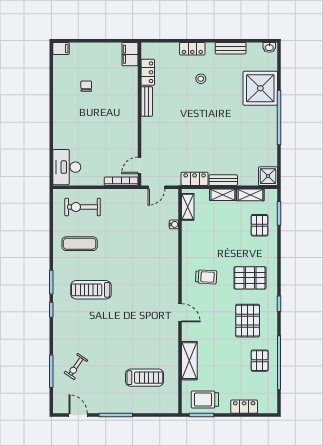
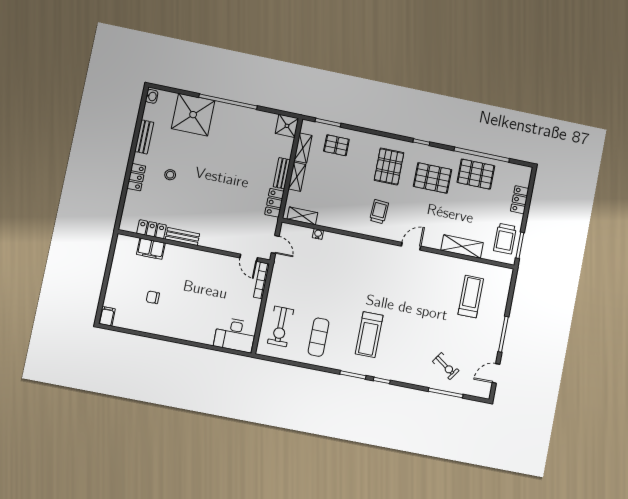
filing cabinet: (130, 54) -> (151, 249), moved
pallet: (260, 361) -> (476, 174), width x1.50, depth x1.42

